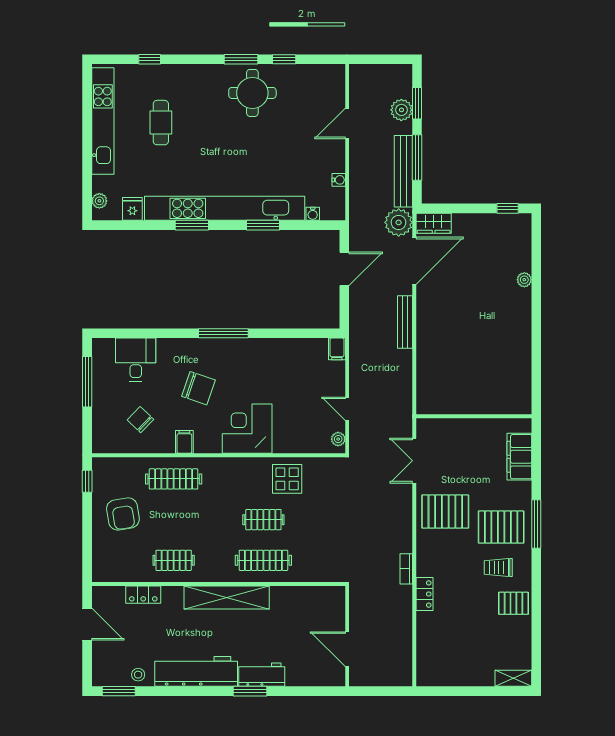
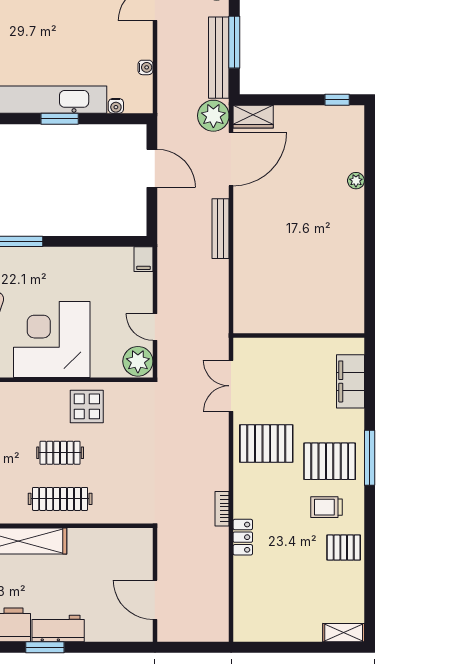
door: (344, 269) -> (152, 168), hinge flipped
corner desk: (247, 429) -> (52, 340), width x1.36, depth x1.36
plant: (338, 439) -> (138, 361), width x1.88, depth x1.88

